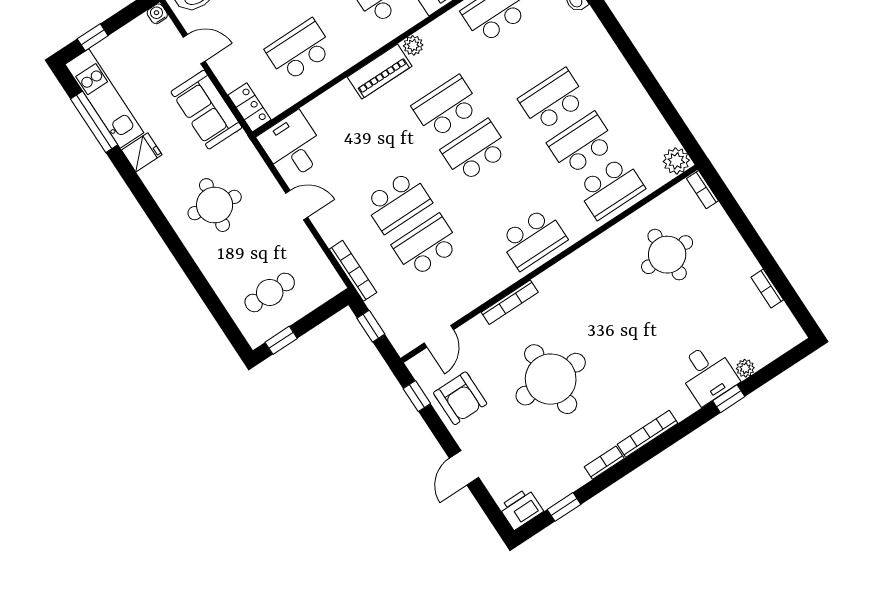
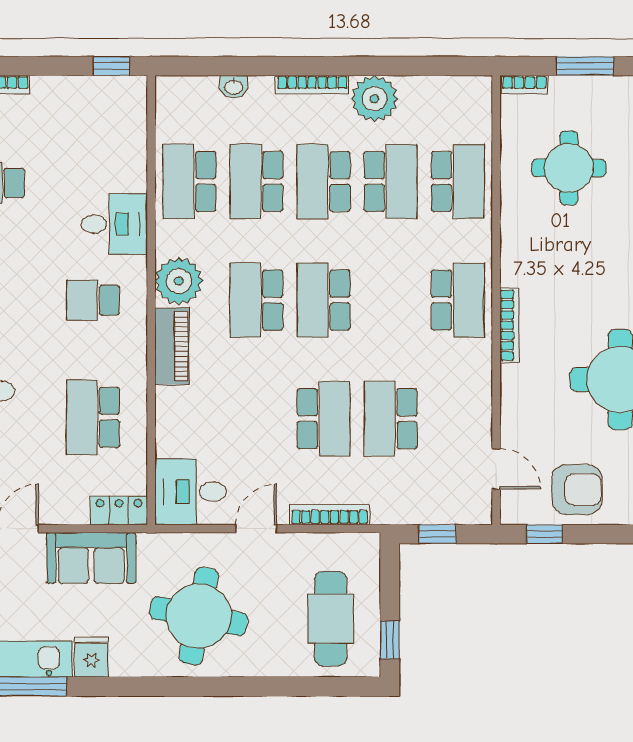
plant: (413, 45) -> (179, 281), width x1.88, depth x1.88
bookcase: (611, 51) -> (312, 85), added
school desk: (524, 56) -> (256, 181), added
school desk: (582, 144) -> (391, 181), turned 180
plant: (676, 161) -> (375, 99), moved, width x1.36, depth x1.36
round table: (215, 205) -> (199, 616), width x1.36, depth x1.36
window: (741, 221) -> (585, 66), added
bookcase: (353, 271) -> (330, 515), moved
cafe table: (270, 292) -> (331, 619), width x1.37, depth x1.35
bookcase: (510, 302) -> (509, 325), moved

